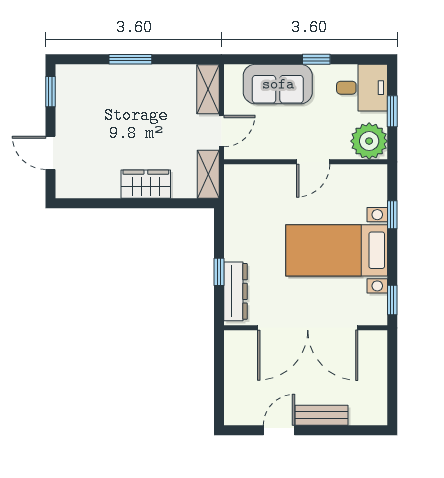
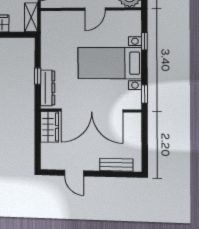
wardrobe: (239, 356) -> (49, 127), added
bench: (322, 415) -> (116, 165), moved
door: (279, 430) -> (74, 173), swing flipped

